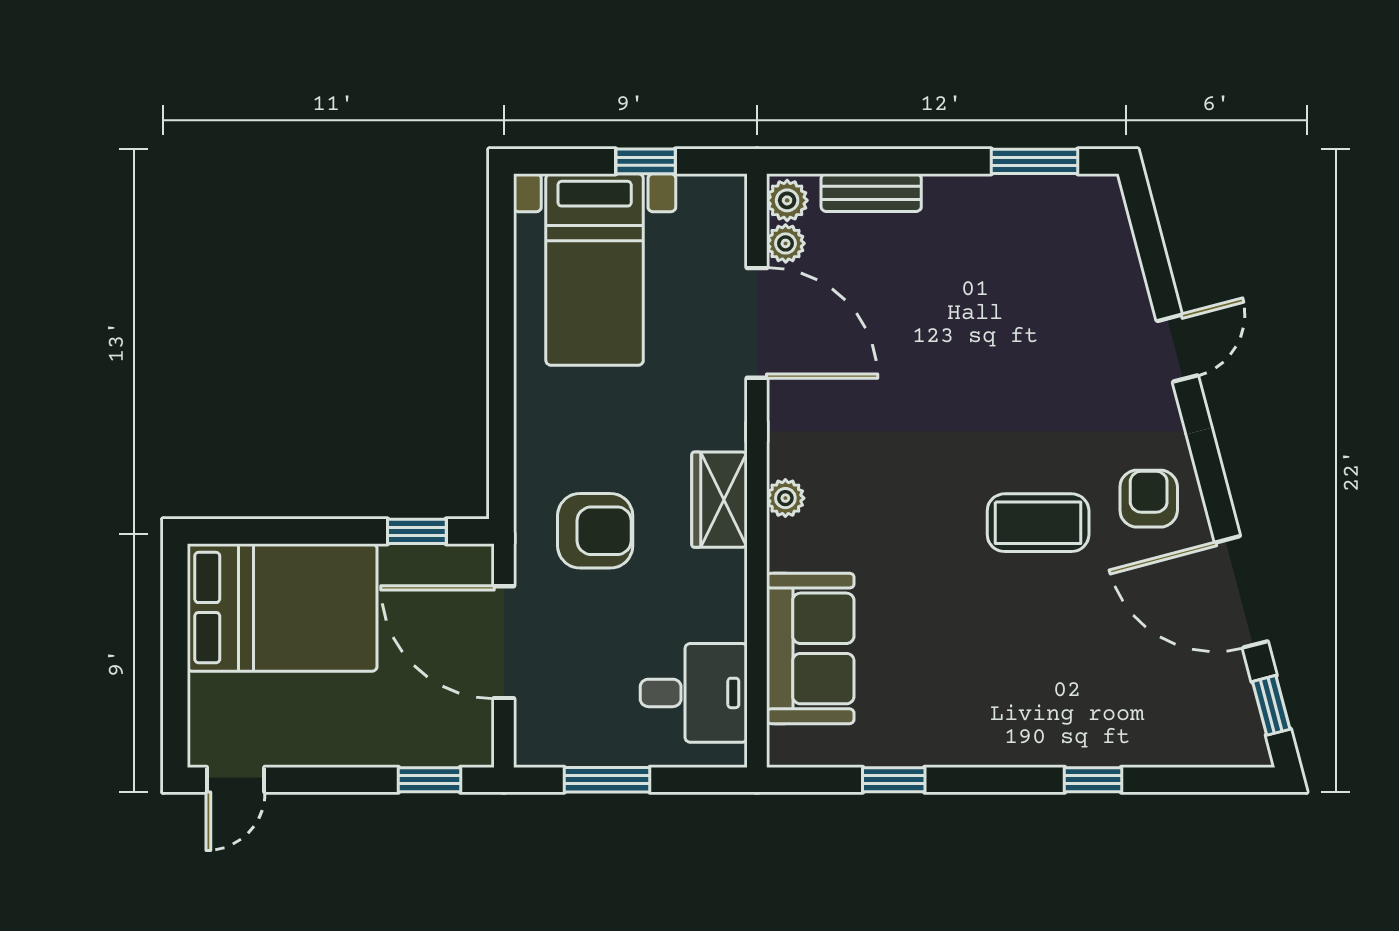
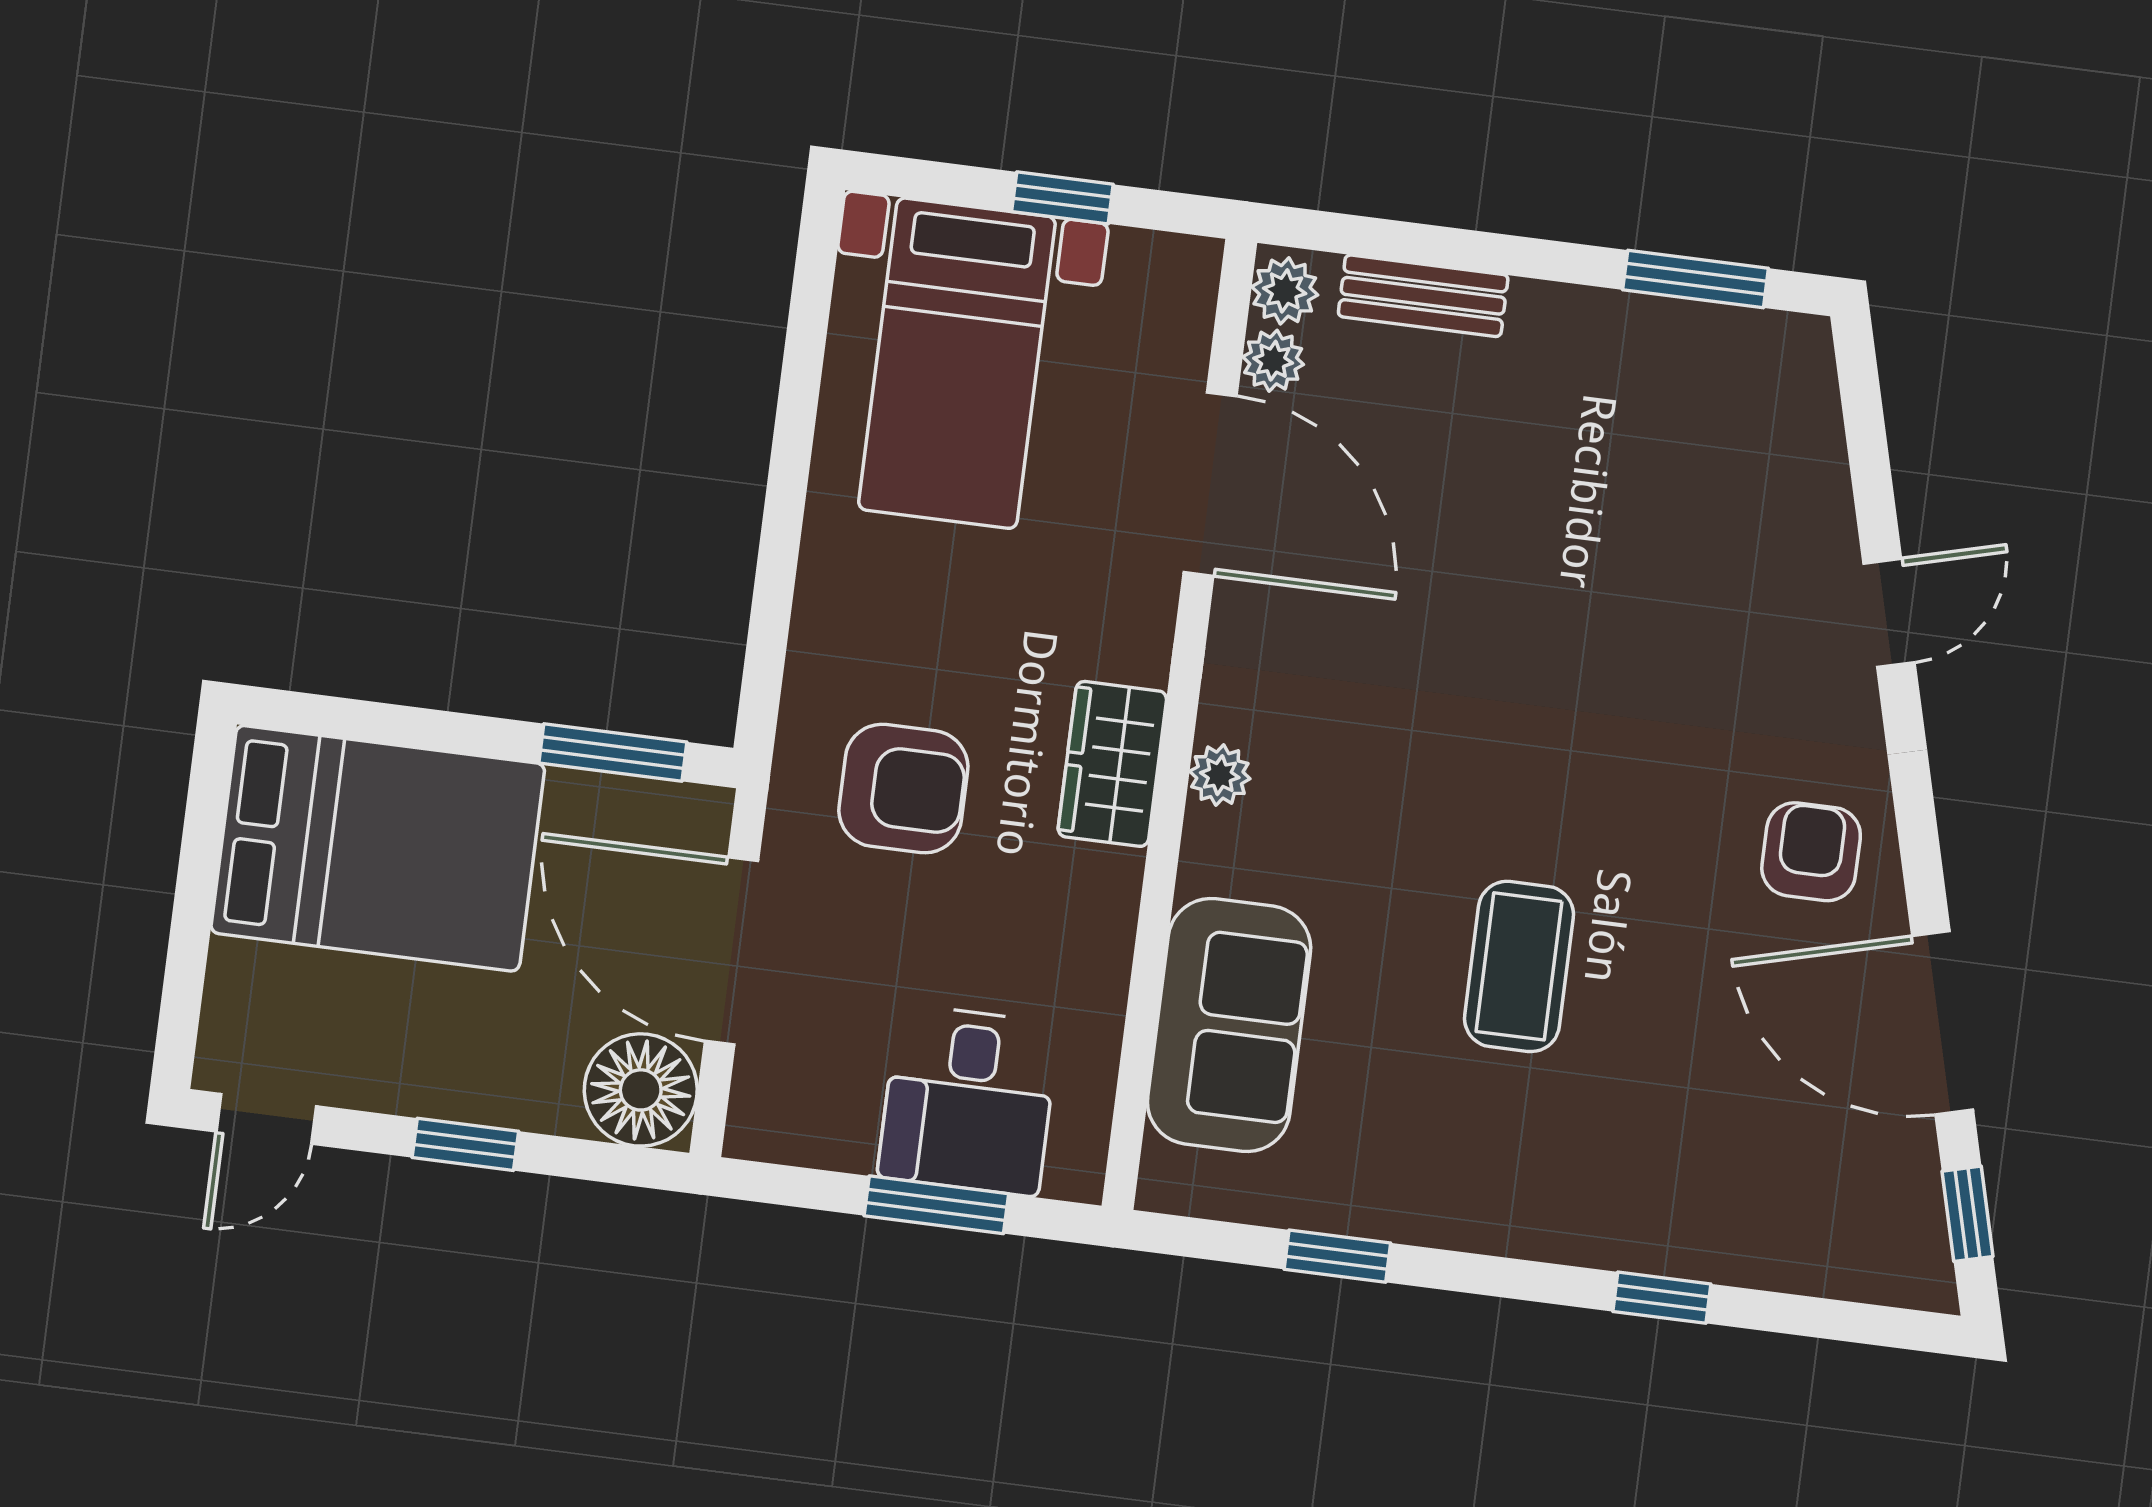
coffee table: (1038, 523) -> (1519, 966), moved, turned 90
window: (417, 531) -> (613, 752), width x1.50
desk: (694, 693) -> (968, 1100), moved, turned 90
floor lamp: (460, 733) -> (641, 1090), added
window: (429, 780) -> (465, 1144), moved
window: (607, 780) -> (936, 1205), moved

